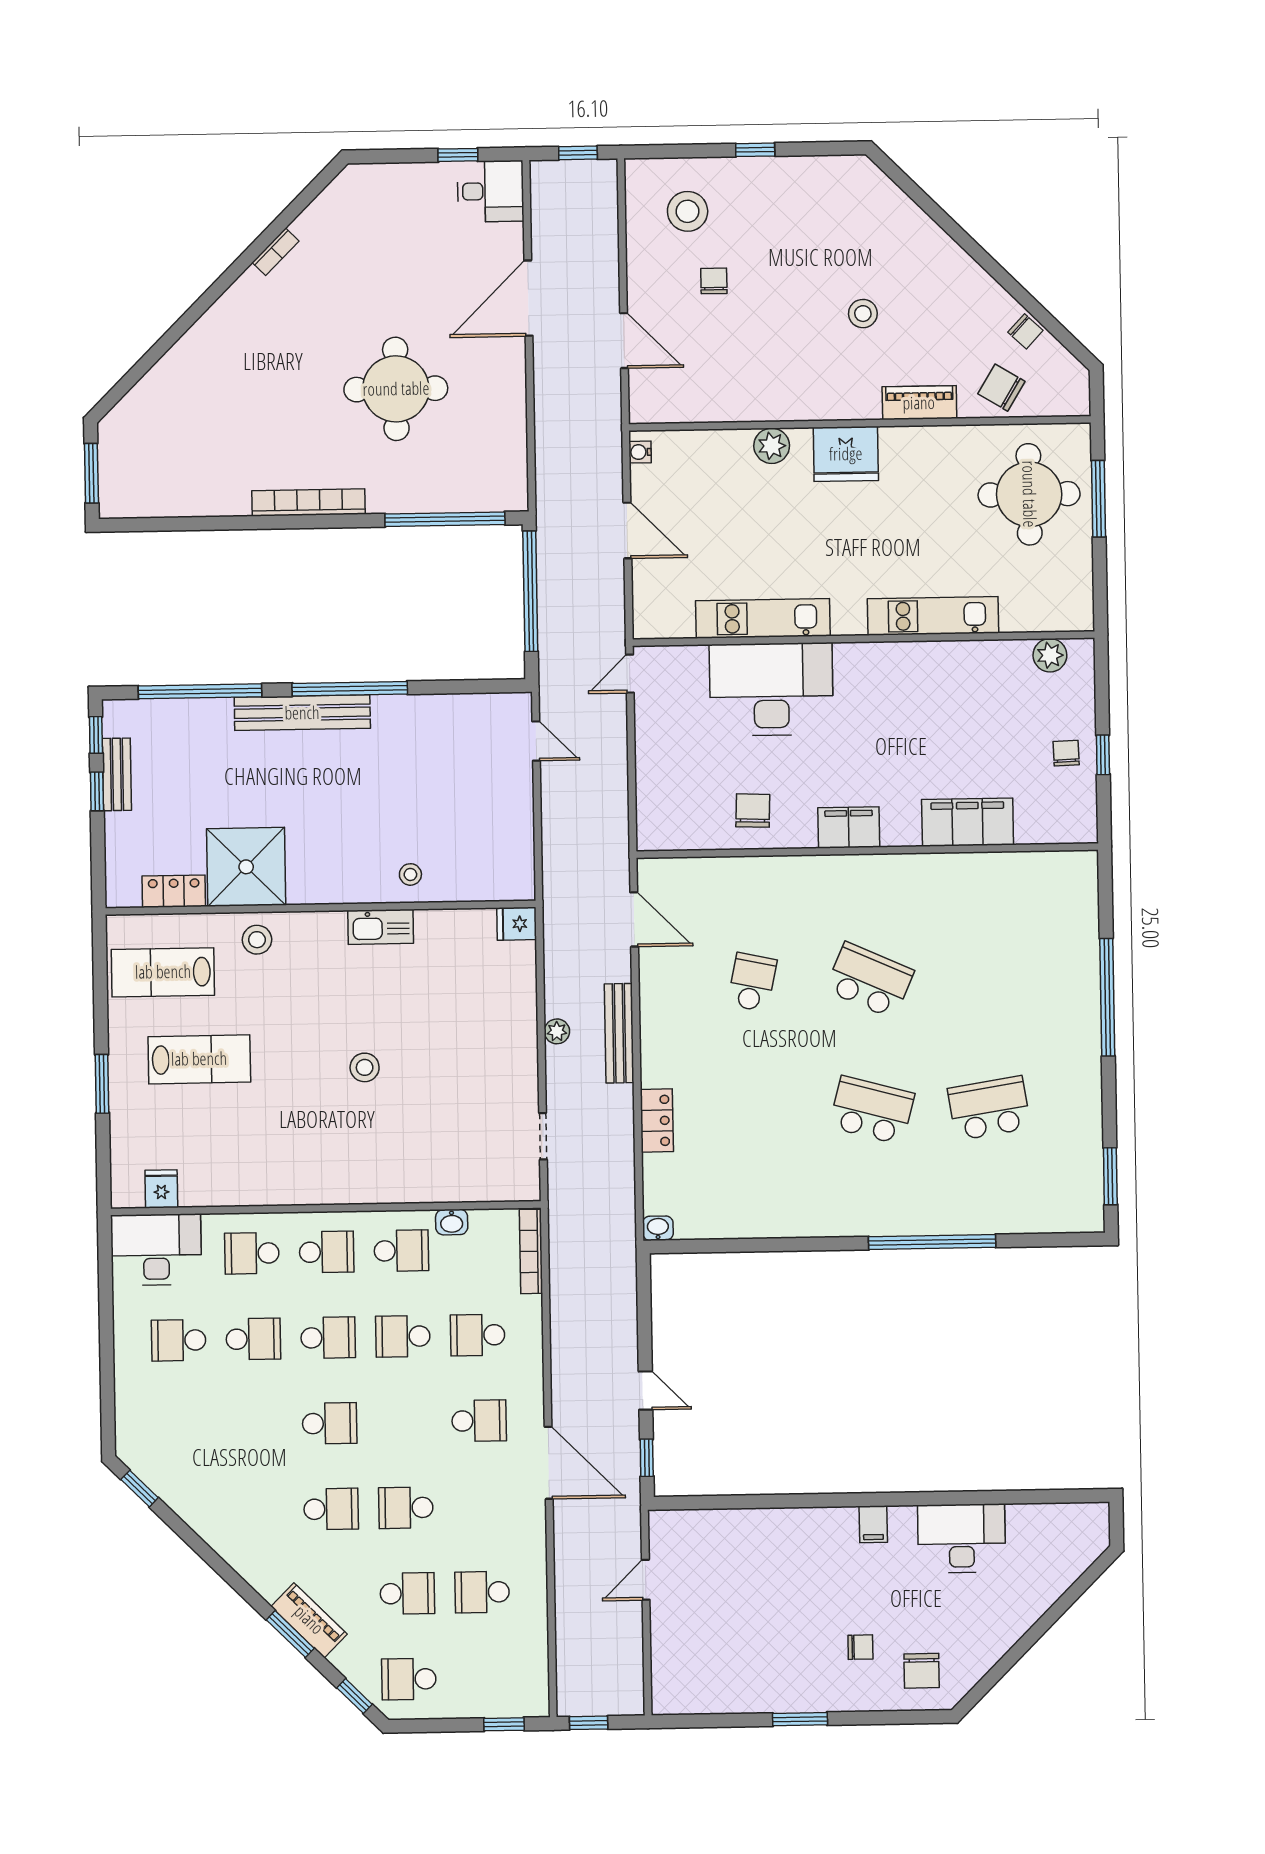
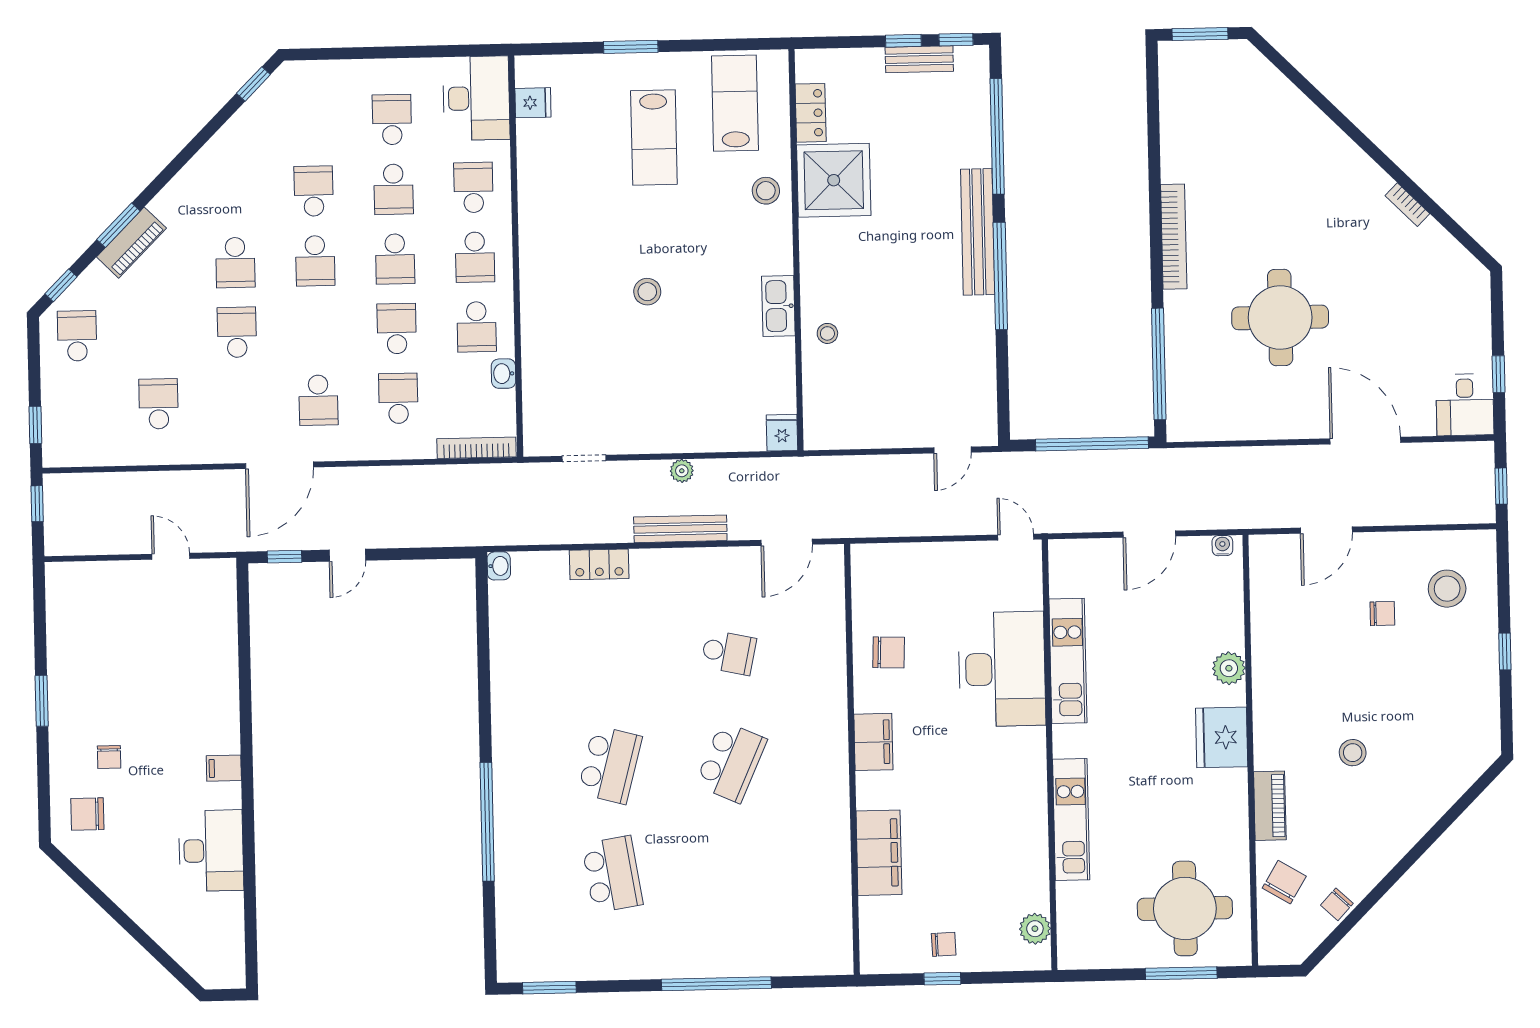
school desk: (407, 1593) -> (314, 191), moved, turned 180

